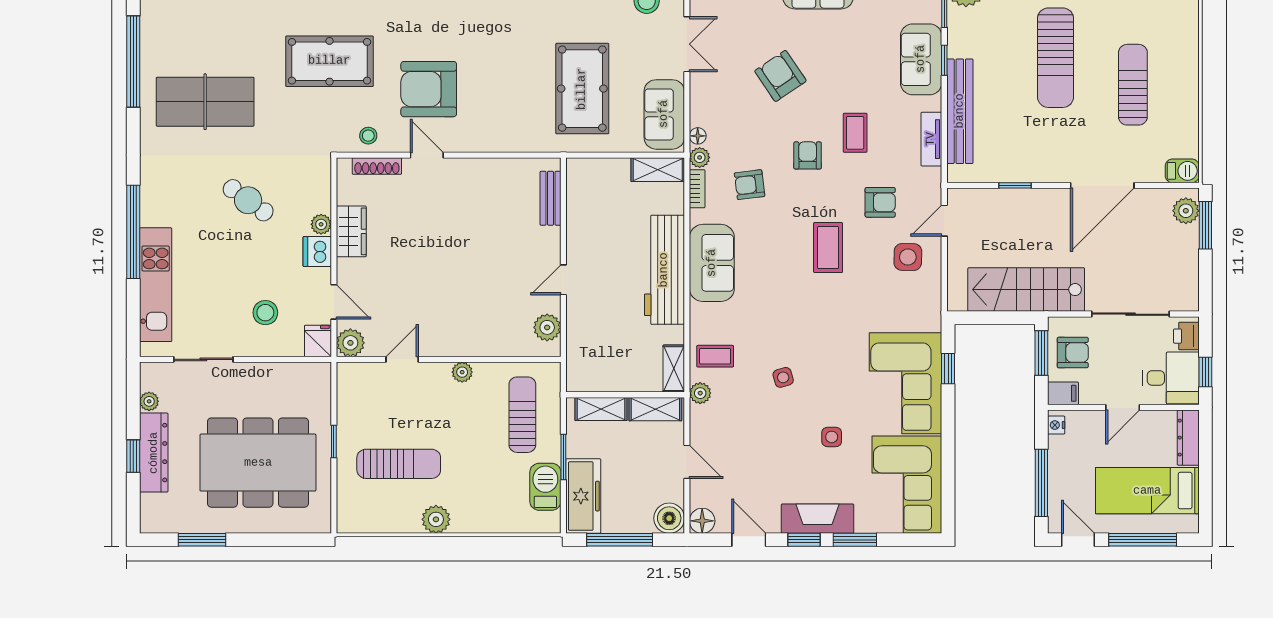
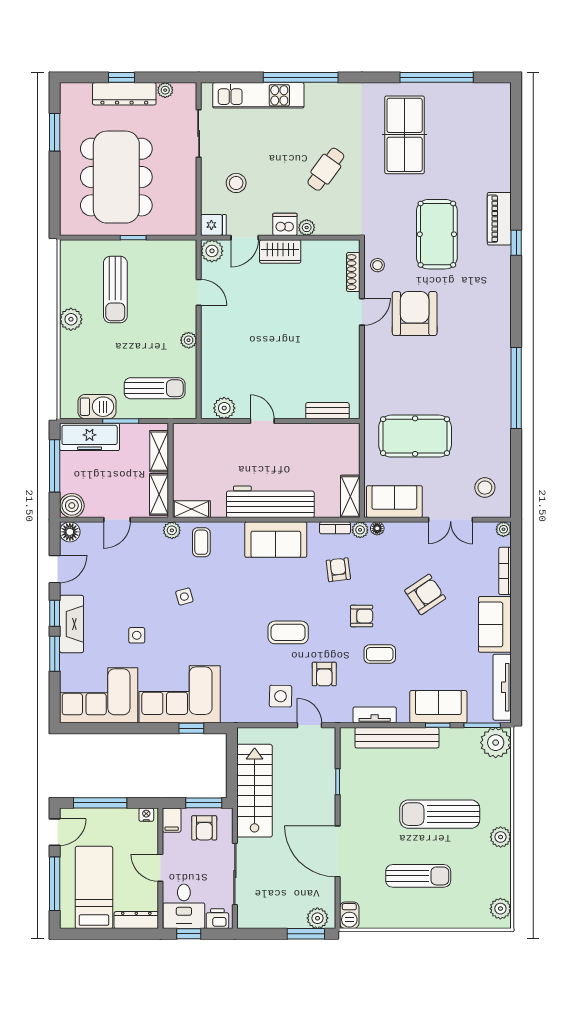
wardrobe: (351, 231) -> (280, 252), moved

